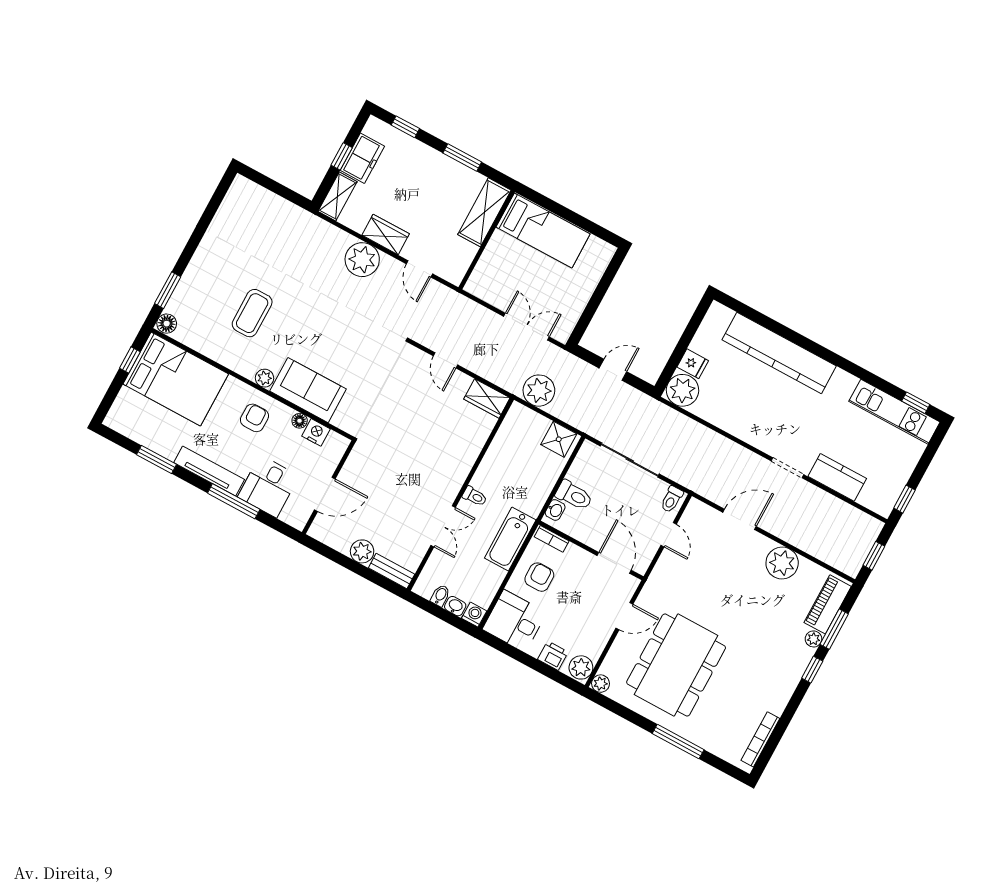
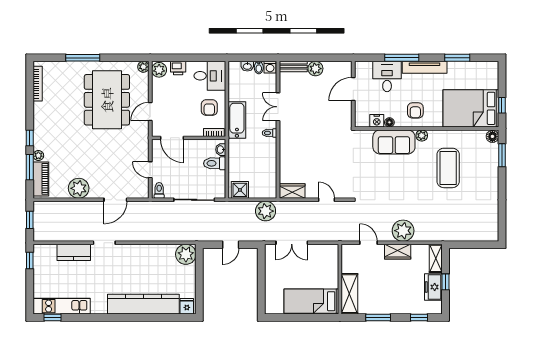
coffee table: (252, 313) -> (448, 168), width x1.36, depth x1.32
fridge: (693, 364) -> (187, 306), moved, turned 90
washing machine: (474, 615) -> (270, 67), moved

